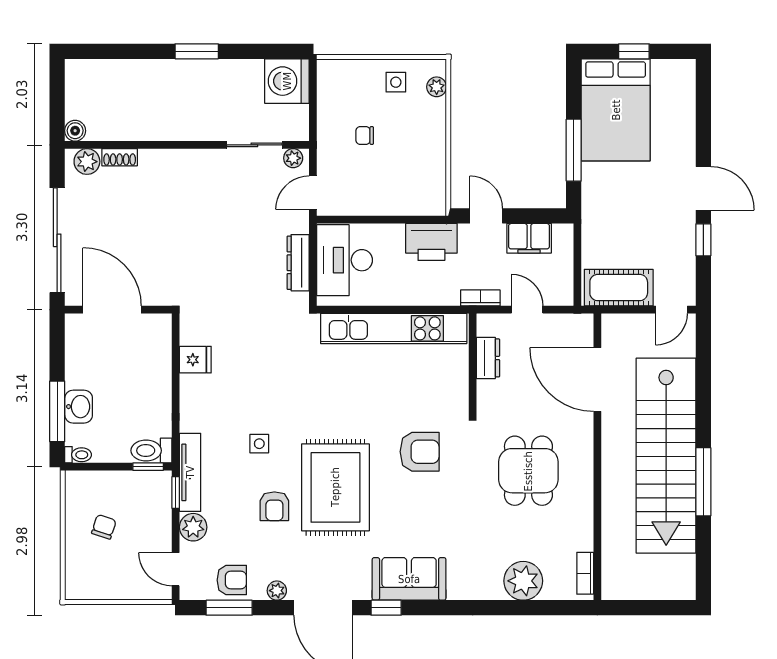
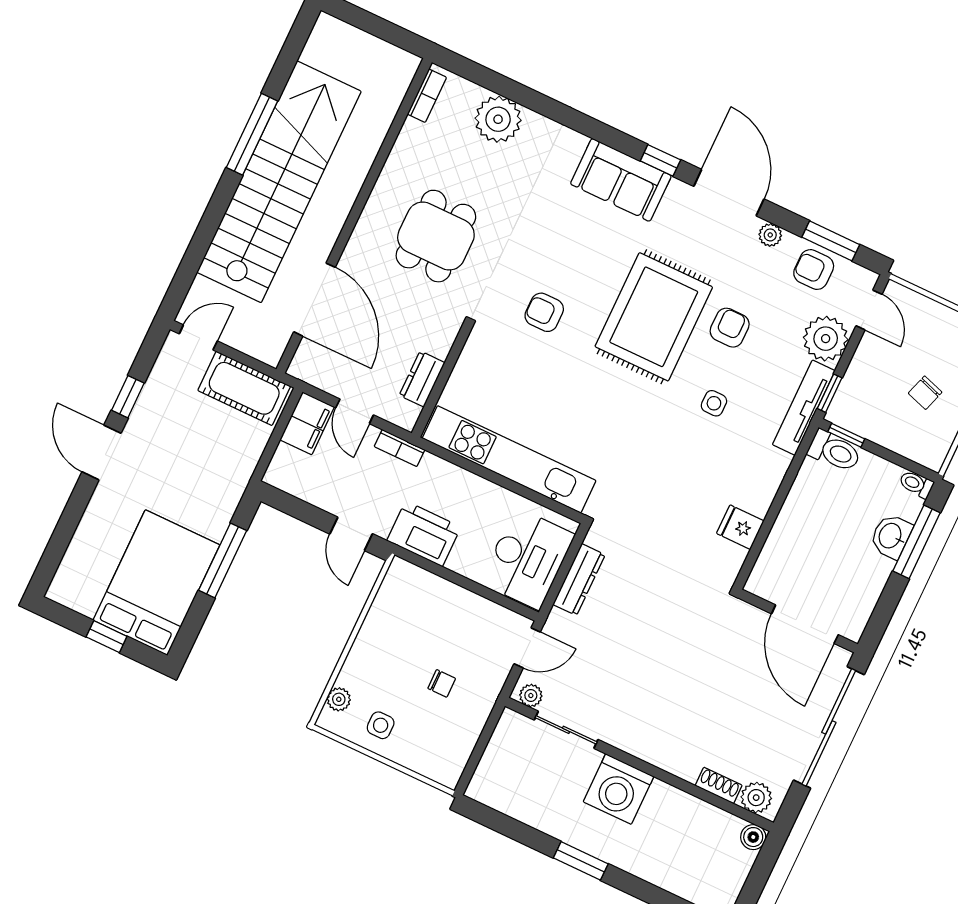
washing machine: (287, 81) -> (619, 789), moved, turned 90
filing cabinet: (529, 238) -> (307, 423), moved, turned 90
armchair: (420, 452) -> (544, 312), width x0.72, depth x0.72
plant: (193, 527) -> (826, 339), width x1.36, depth x1.36

